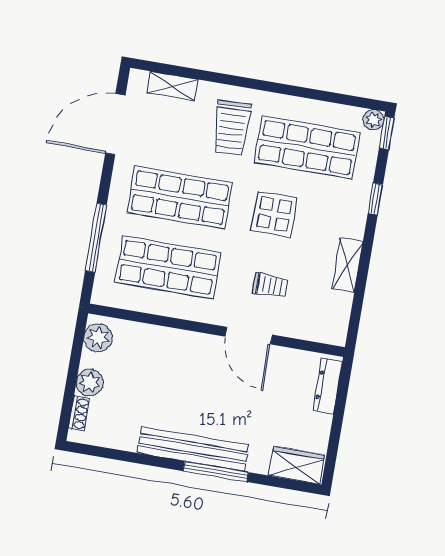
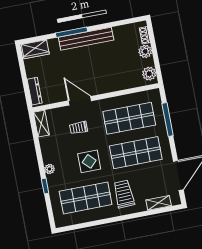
plant: (373, 120) -> (49, 169), moved
window: (387, 133) -> (51, 218), removed
shelving: (347, 265) -> (41, 124), moved

